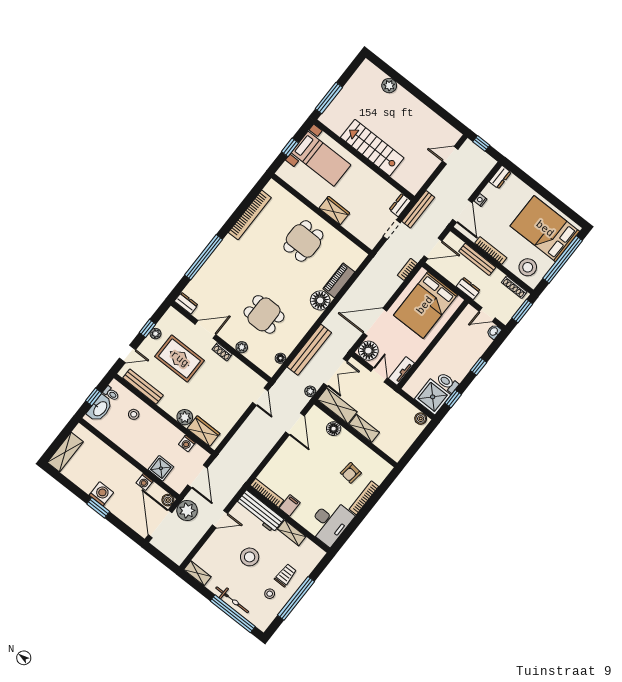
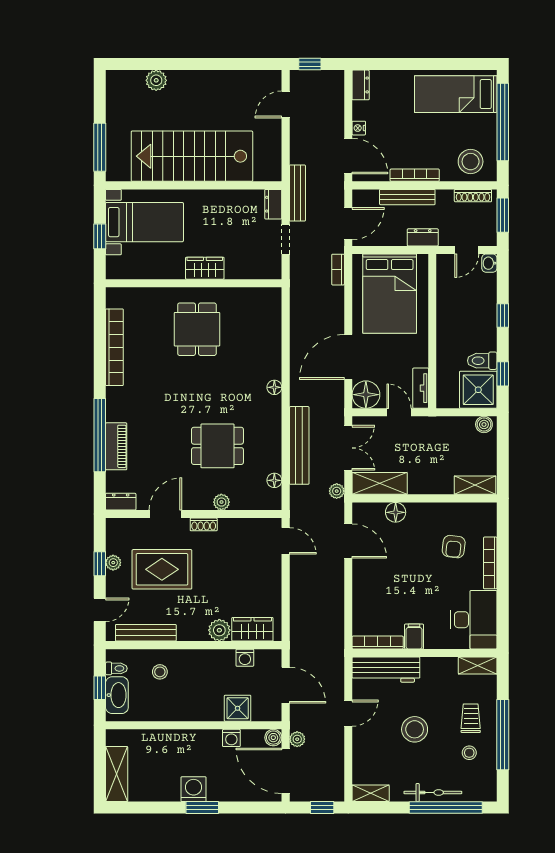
stairs: (372, 148) -> (192, 156), width x1.36, depth x1.51
bed: (545, 229) -> (456, 94), width x0.67
piano: (339, 280) -> (116, 446), moved, turned 180
floor lamp: (320, 300) -> (274, 387), width x0.53, depth x0.53
shelving: (364, 428) -> (475, 485), moved
plant: (187, 511) -> (297, 739), width x0.53, depth x0.53
shelving: (292, 533) -> (478, 666), moved
window: (164, 560) -> (322, 807), added

